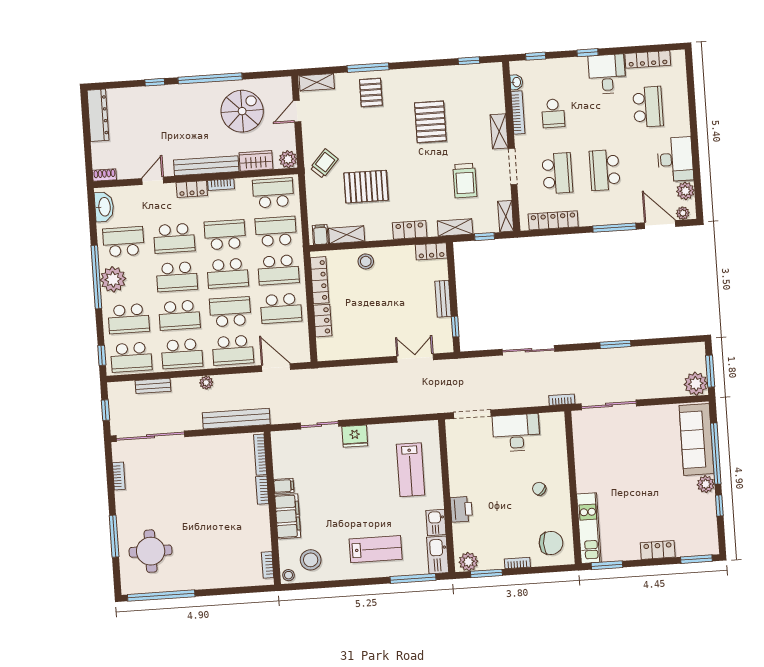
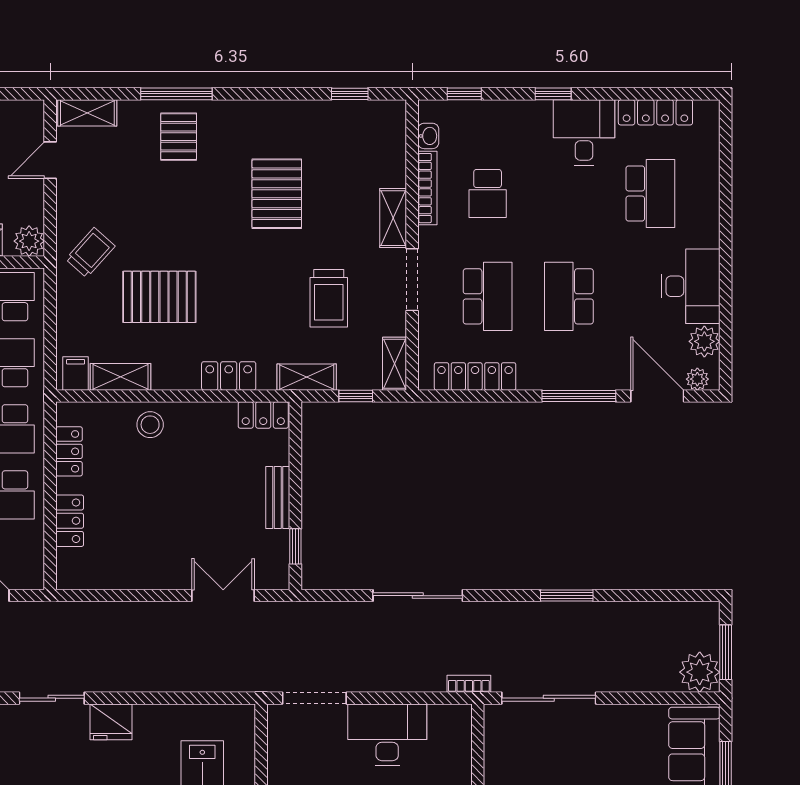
locker: (320, 280) -> (69, 451), width x0.66

